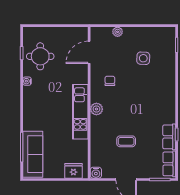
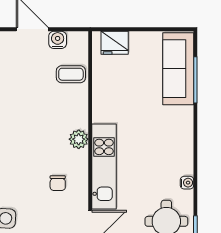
kitchen unit: (80, 112) -> (104, 167), moved
coffee table: (126, 141) -> (71, 74), moved
water cooler: (96, 173) -> (58, 40), moved

